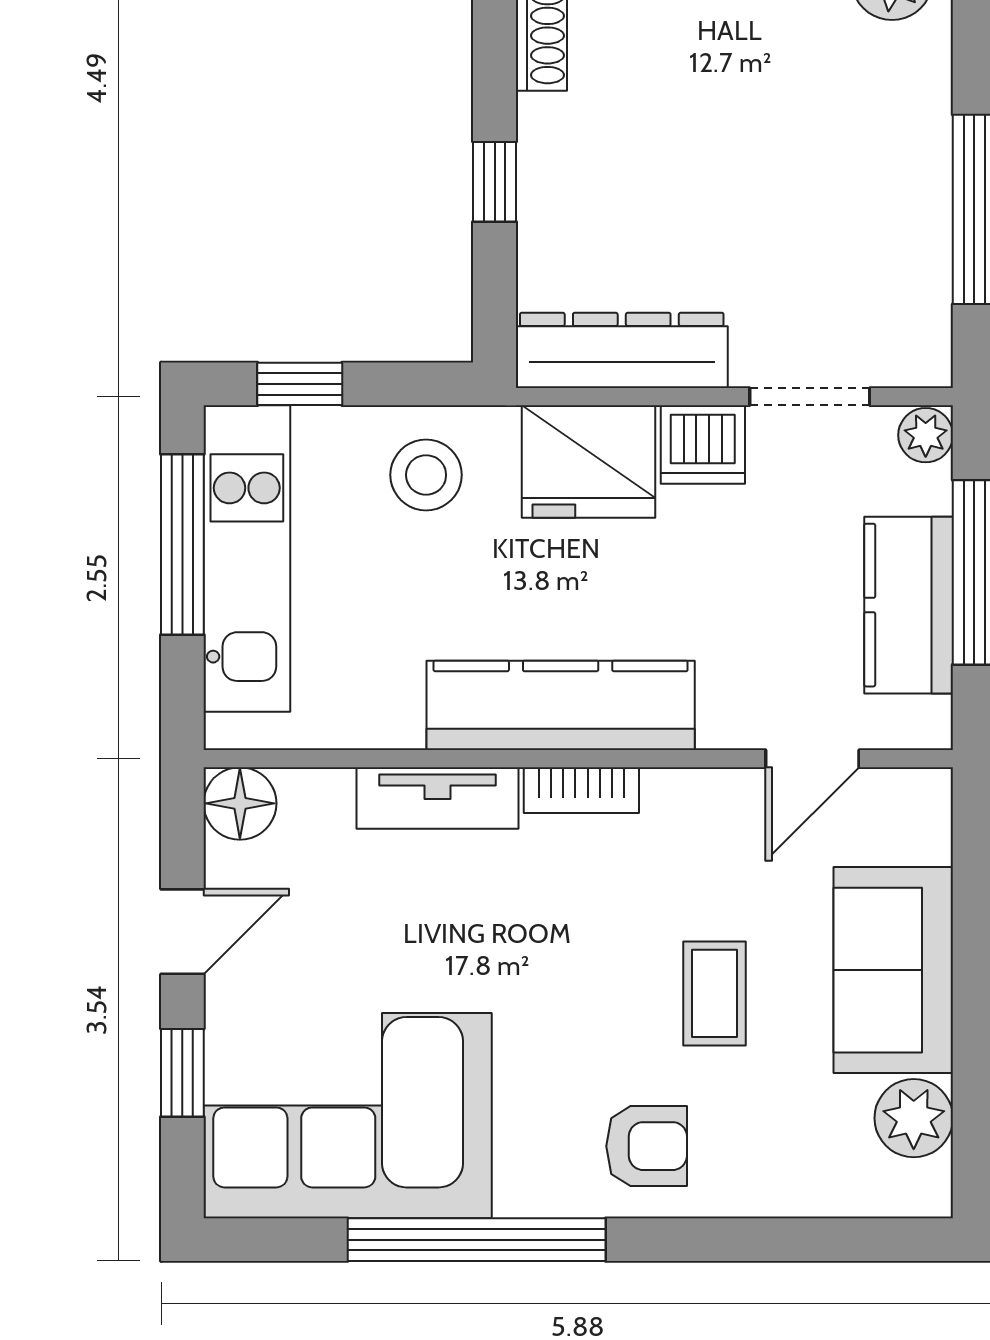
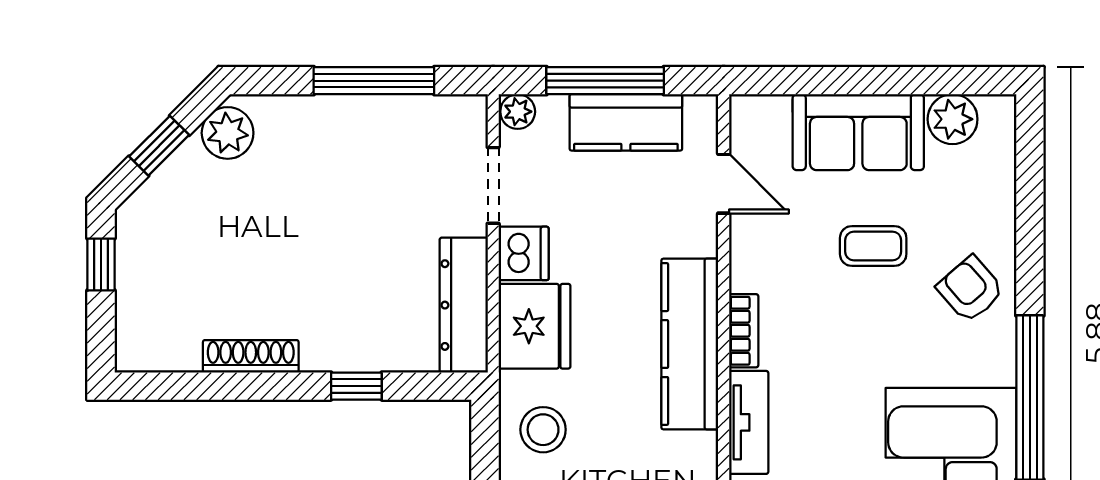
armchair: (647, 1146) -> (970, 289), turned -41

